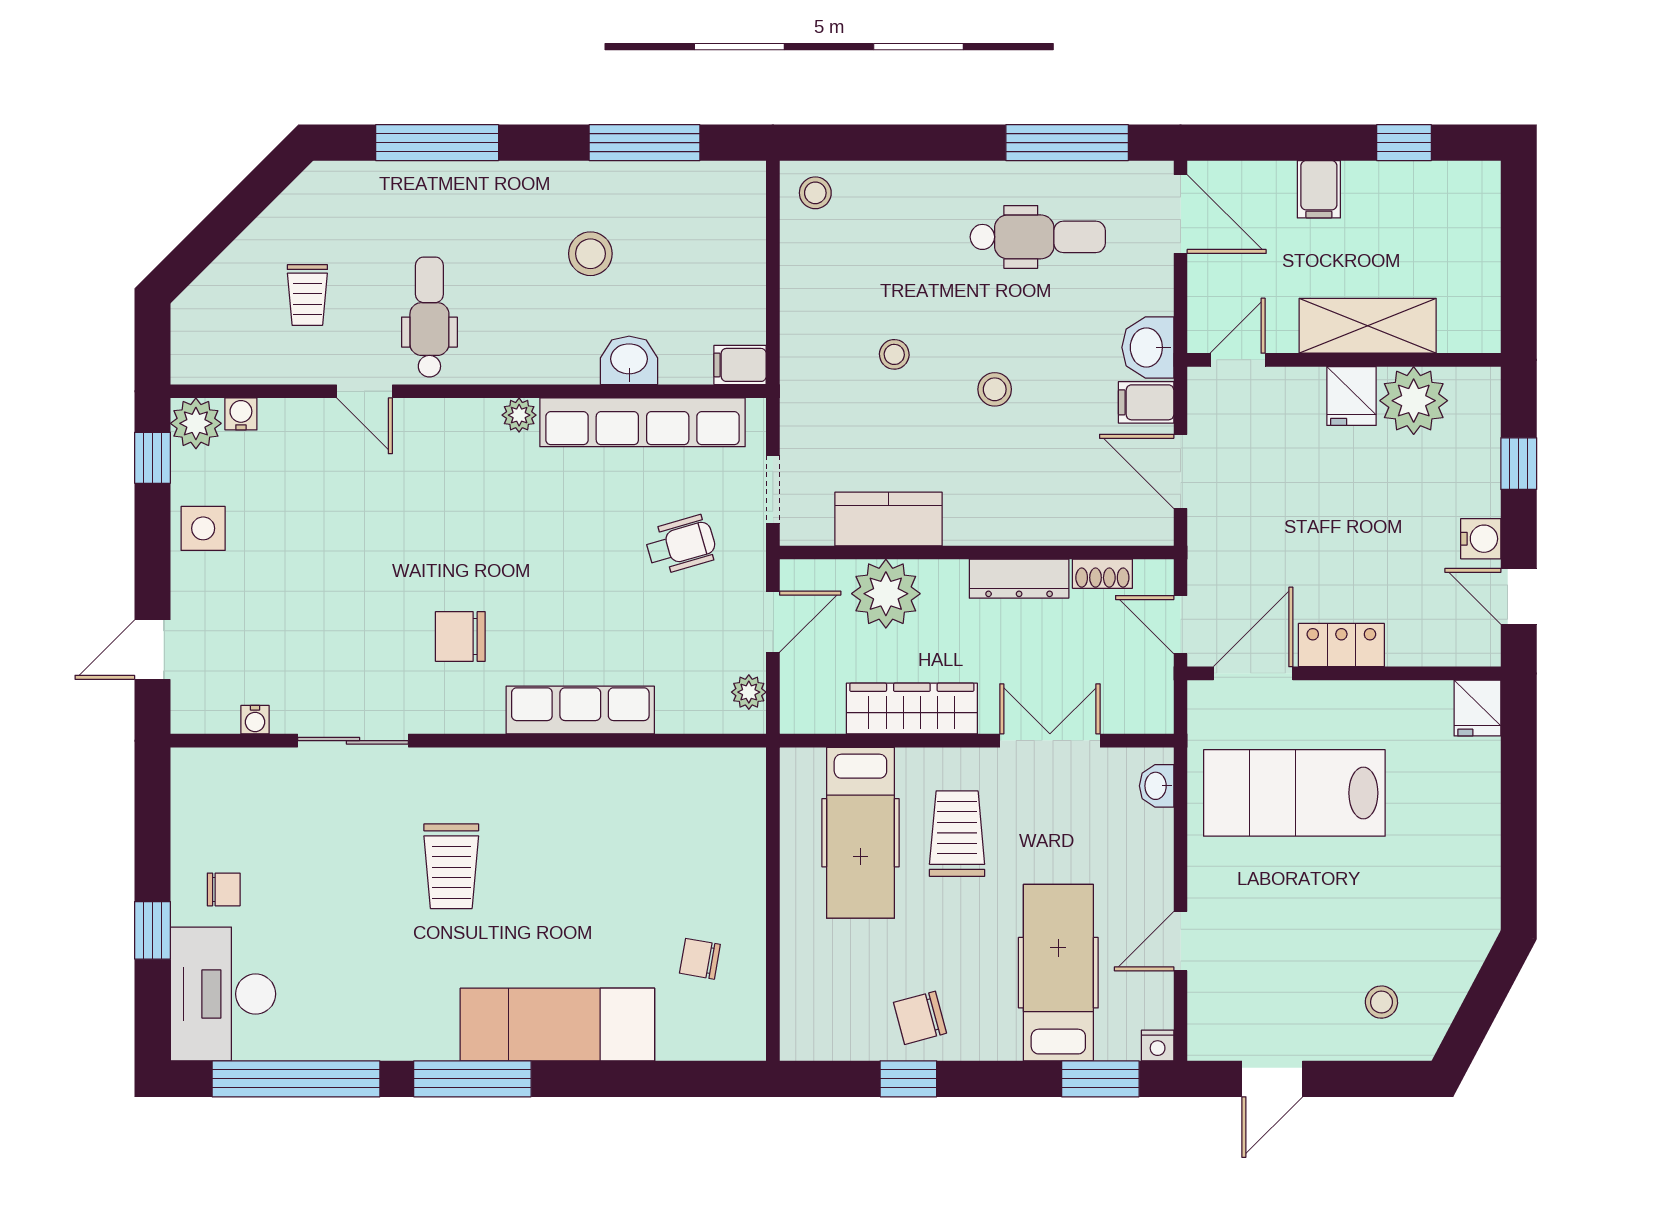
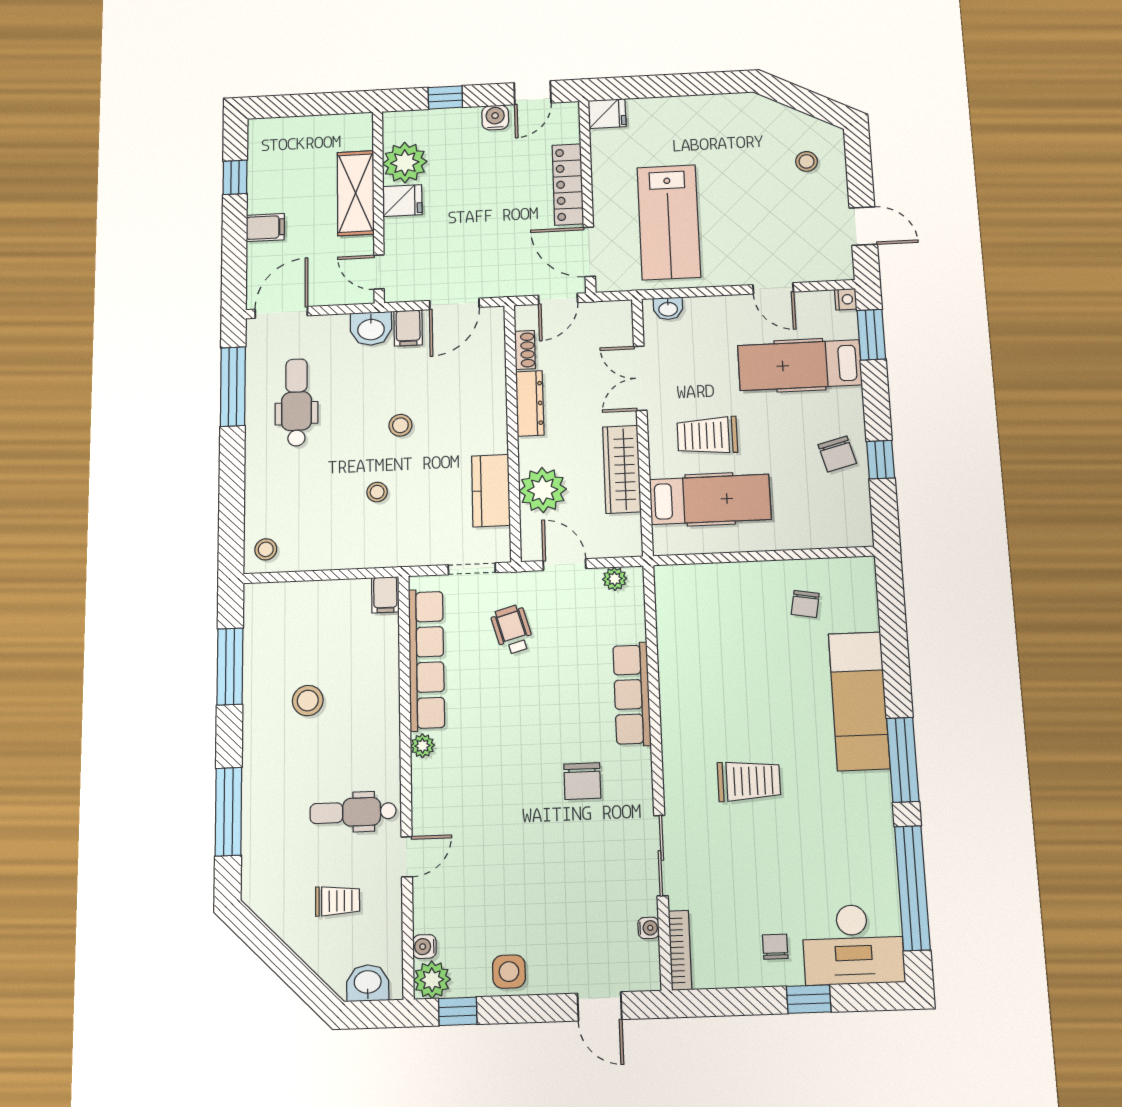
washbasin: (629, 360) -> (368, 983), moved, turned 90
locker: (1341, 645) -> (568, 184), width x1.53
bookcase: (224, 761) -> (680, 950), added

